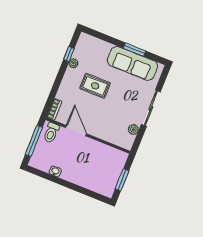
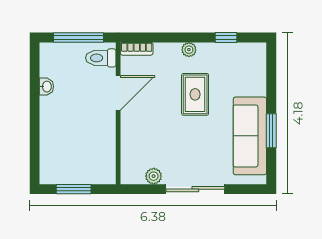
plant: (73, 63) -> (189, 50), moved

